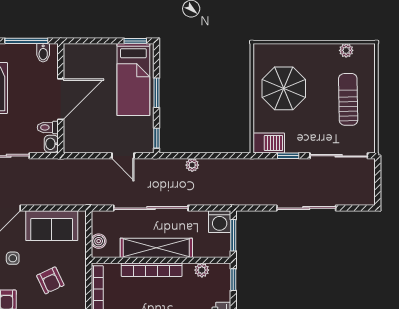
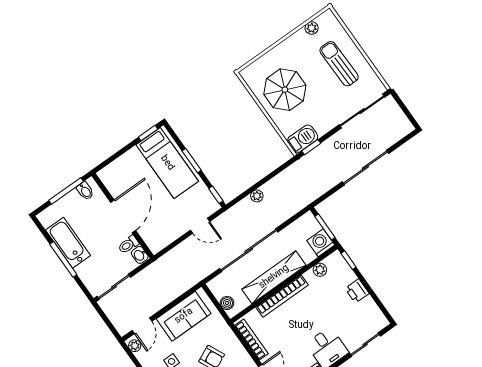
window: (288, 156) -> (311, 147), moved
washing machine: (220, 222) -> (321, 243), moved, turned 180

